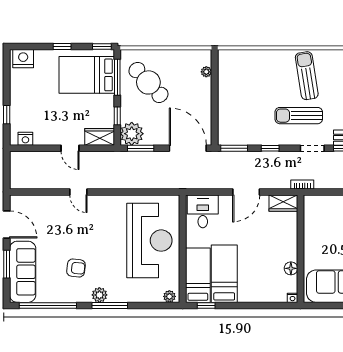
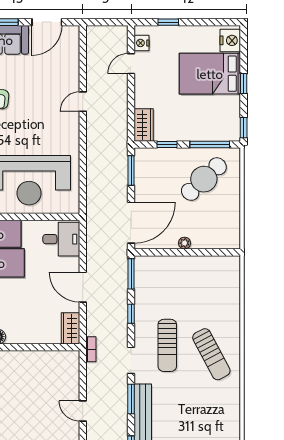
plant: (206, 72) -> (185, 243), moved
bed: (87, 75) -> (210, 74), moved, turned -90
sun lounger: (307, 76) -> (211, 354), turned 71
sun lounger: (299, 116) -> (167, 345), turned 180
plant: (132, 134) -> (147, 161), removed
door: (70, 148) -> (131, 64), moved

